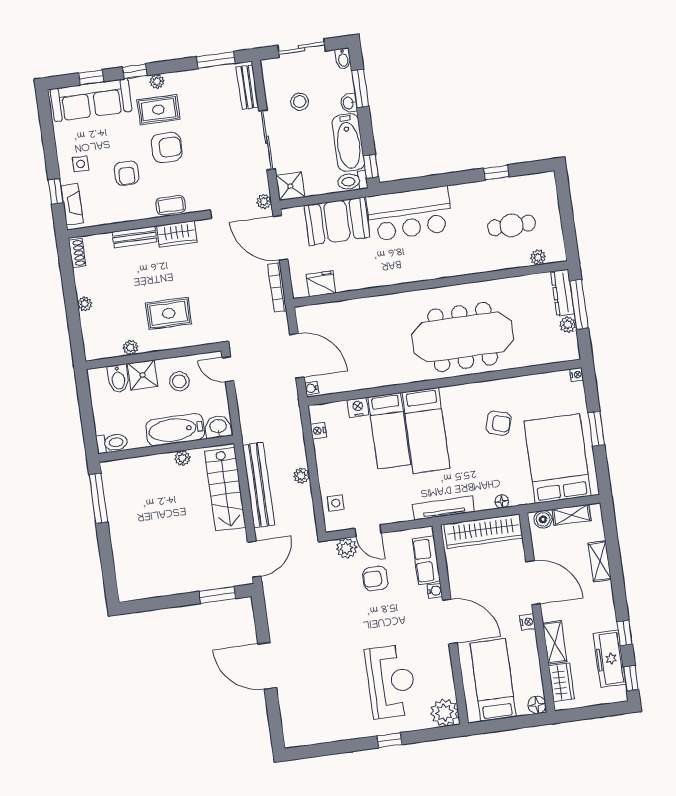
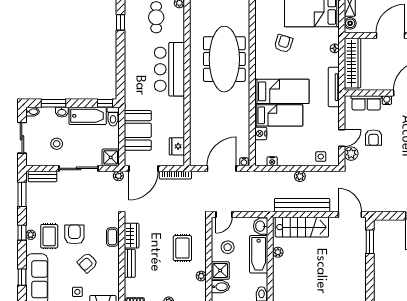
window: (135, 71) -> (22, 233), moved
armchair: (127, 173) -> (87, 263), turned 138
bar counter: (410, 214) -> (169, 69), moved, turned 180

